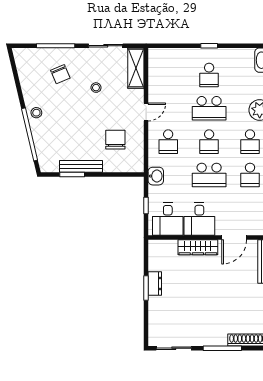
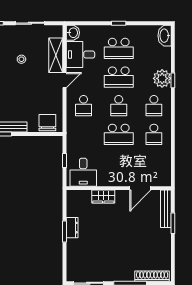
shelving: (136, 68) -> (56, 55), moved
school desk: (209, 75) -> (119, 48), width x1.85
chair: (115, 140) -> (47, 123), moved
washbasin: (156, 176) -> (73, 33), moved
desk: (199, 219) -> (80, 55), moved, turned 90
wardrobe: (198, 247) -> (103, 197), width x0.67

